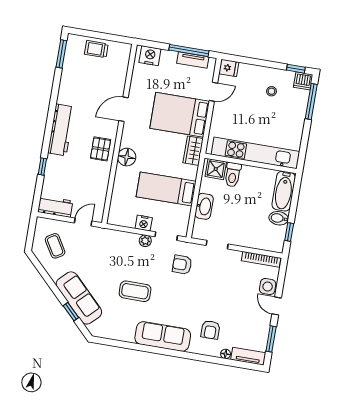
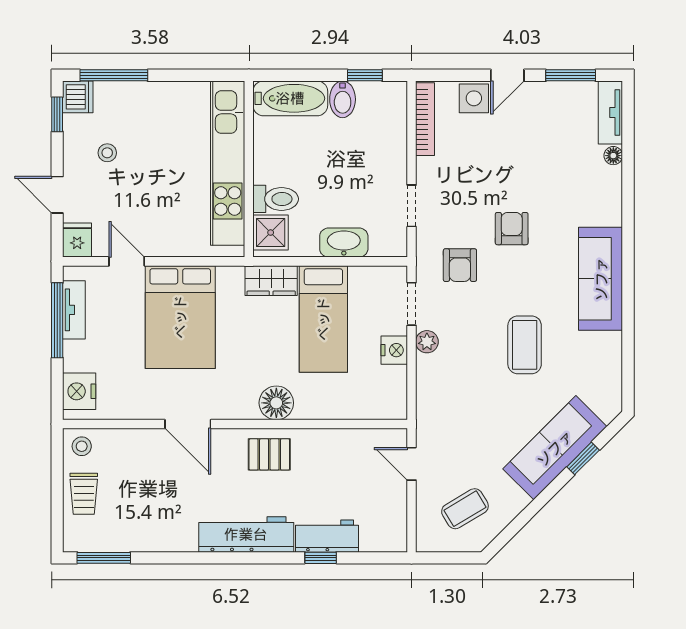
stool: (121, 52) -> (82, 446), added
door: (254, 62) -> (57, 195), added
wardrobe: (193, 151) -> (271, 281), moved
workbench: (55, 206) -> (327, 536), moved, turned 90
armchair: (210, 330) -> (512, 229), moved, turned -90

